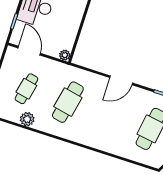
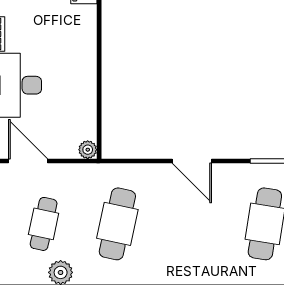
door: (121, 80) -> (192, 161), hinge flipped

